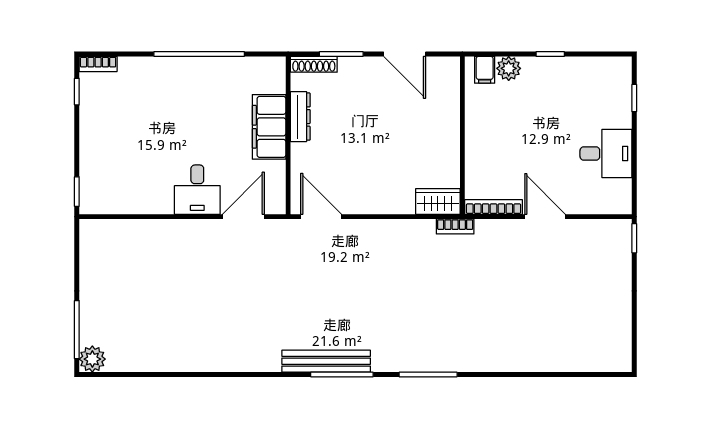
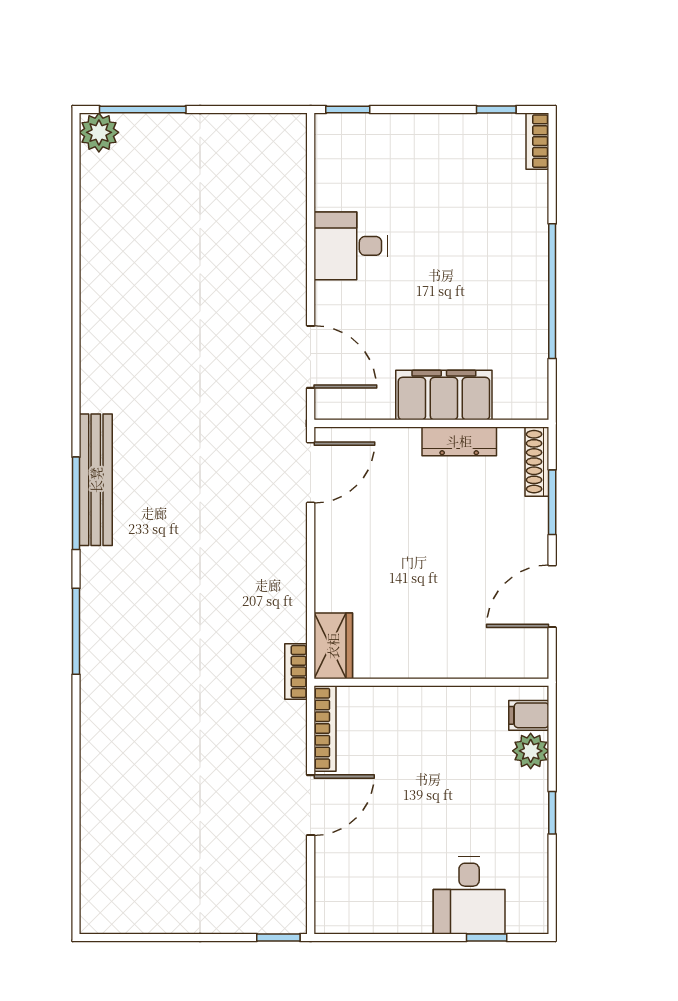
desk: (606, 154) -> (469, 896), moved
desk: (197, 190) -> (351, 246), moved

